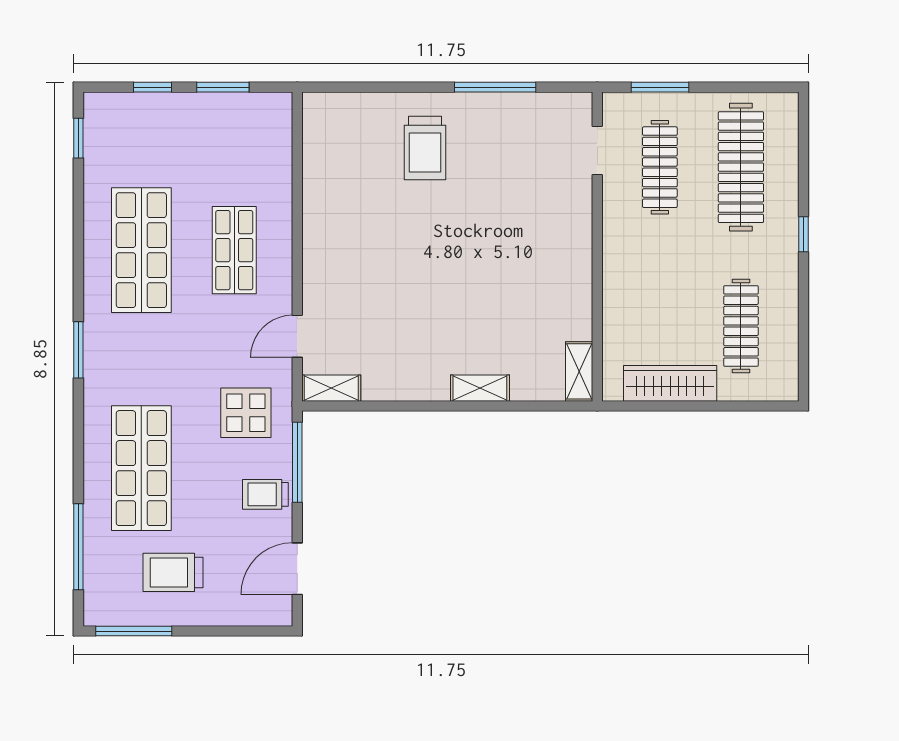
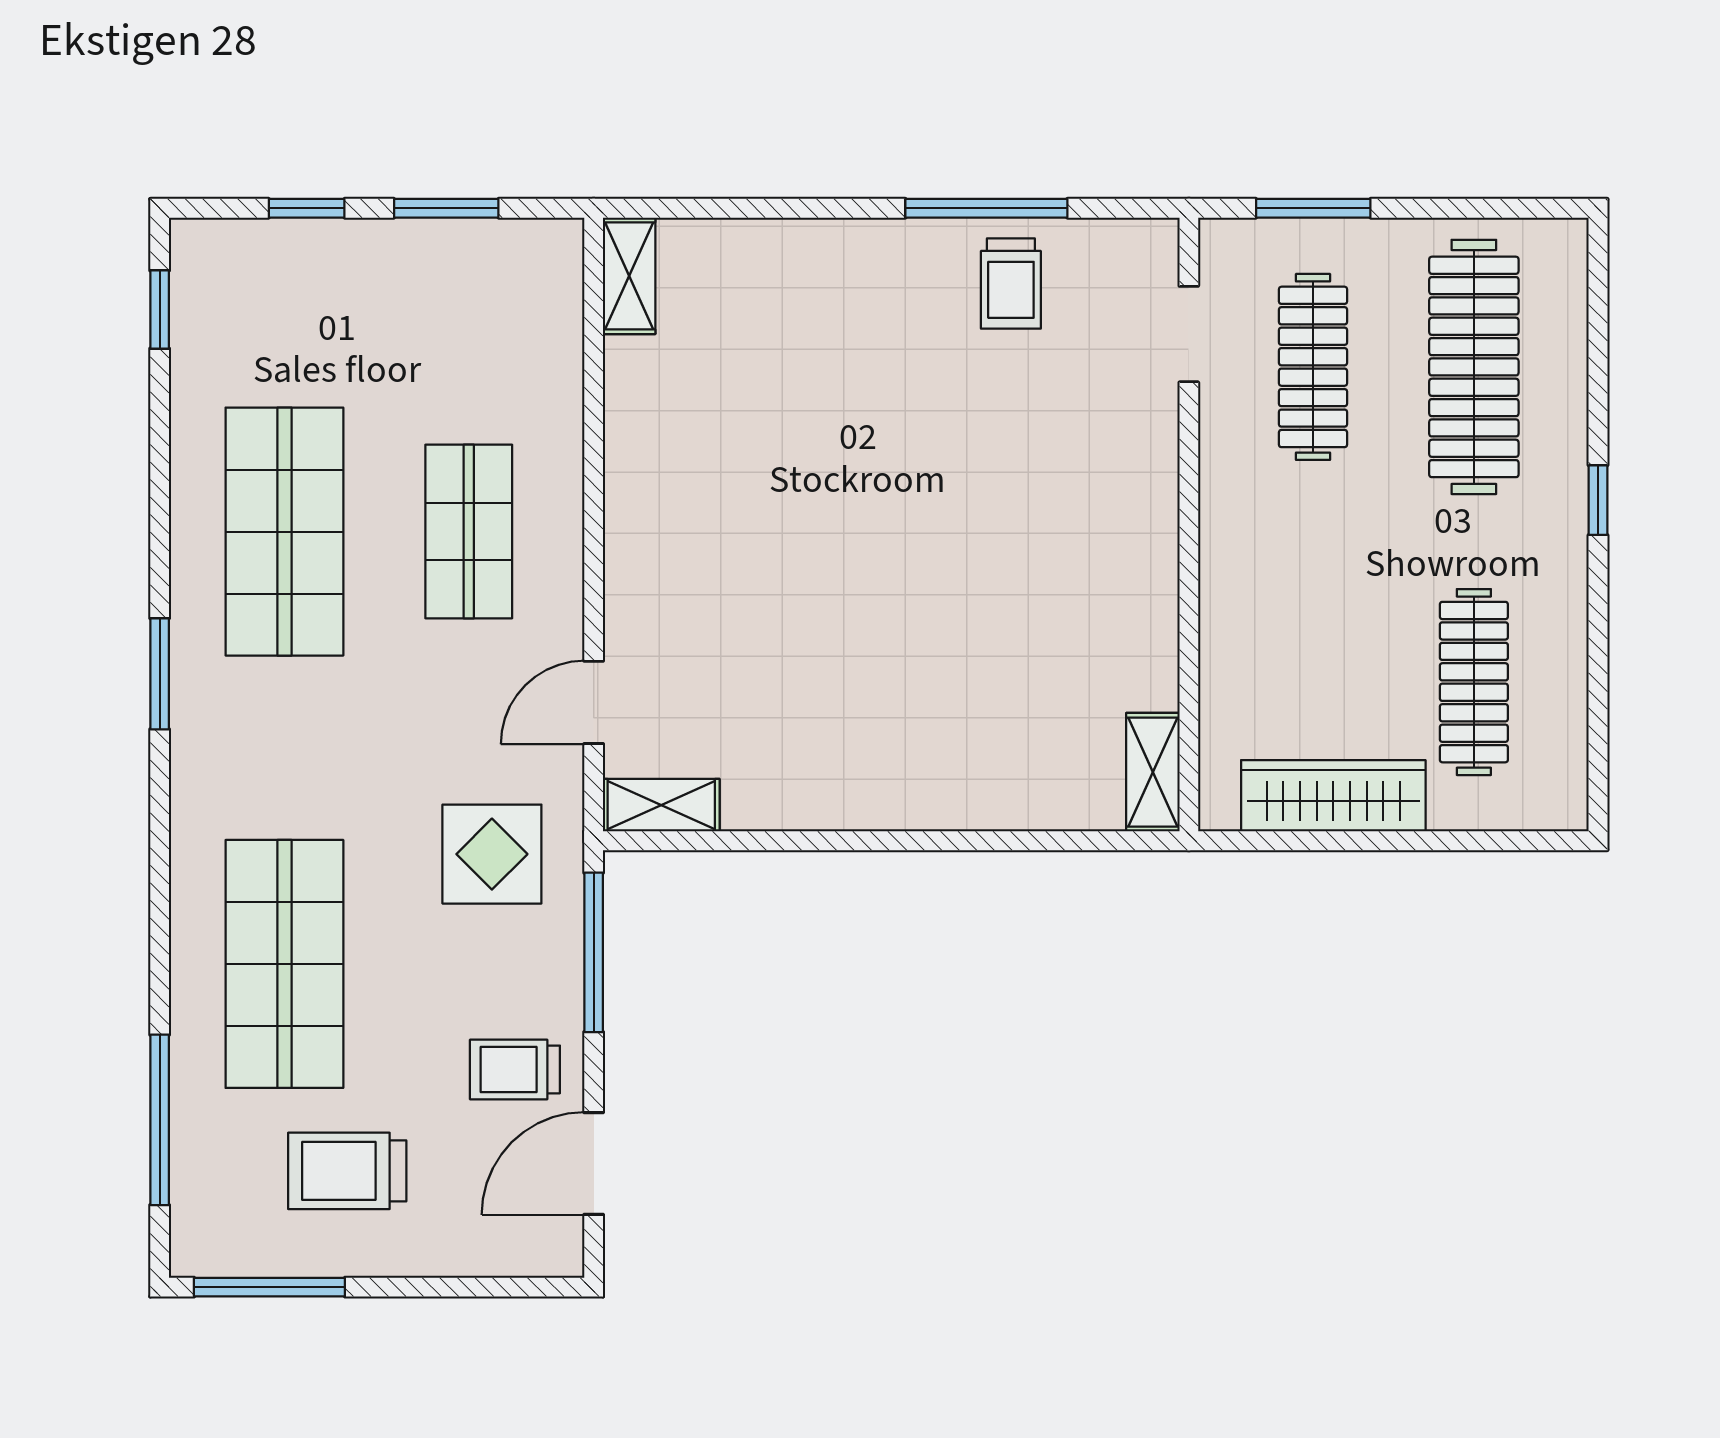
trolley: (425, 148) -> (1011, 283), moved, width x0.73, depth x0.72
window: (78, 350) -> (160, 674), moved
shelving: (480, 388) -> (629, 276), moved, turned 90
trolley: (265, 494) -> (515, 1069), moved

